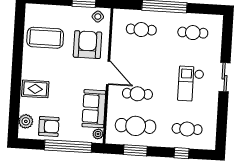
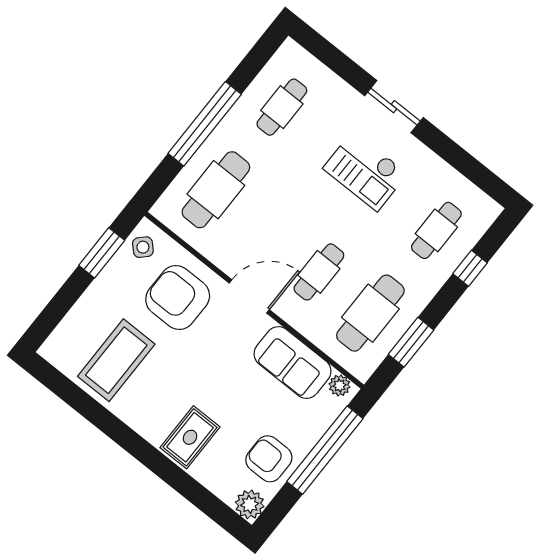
cafe table: (141, 30) -> (216, 190), width x1.37, depth x1.35
plant: (26, 121) -> (250, 504), moved
armchair: (49, 126) -> (269, 459), turned -90

